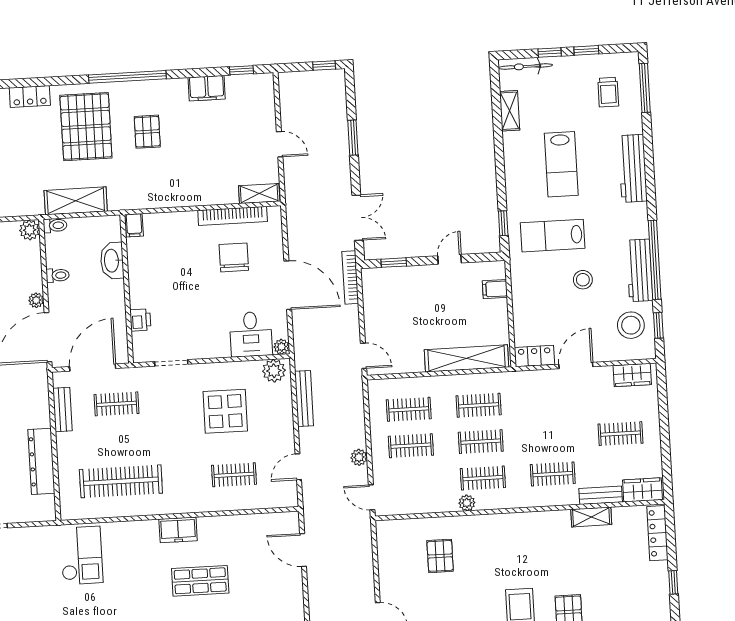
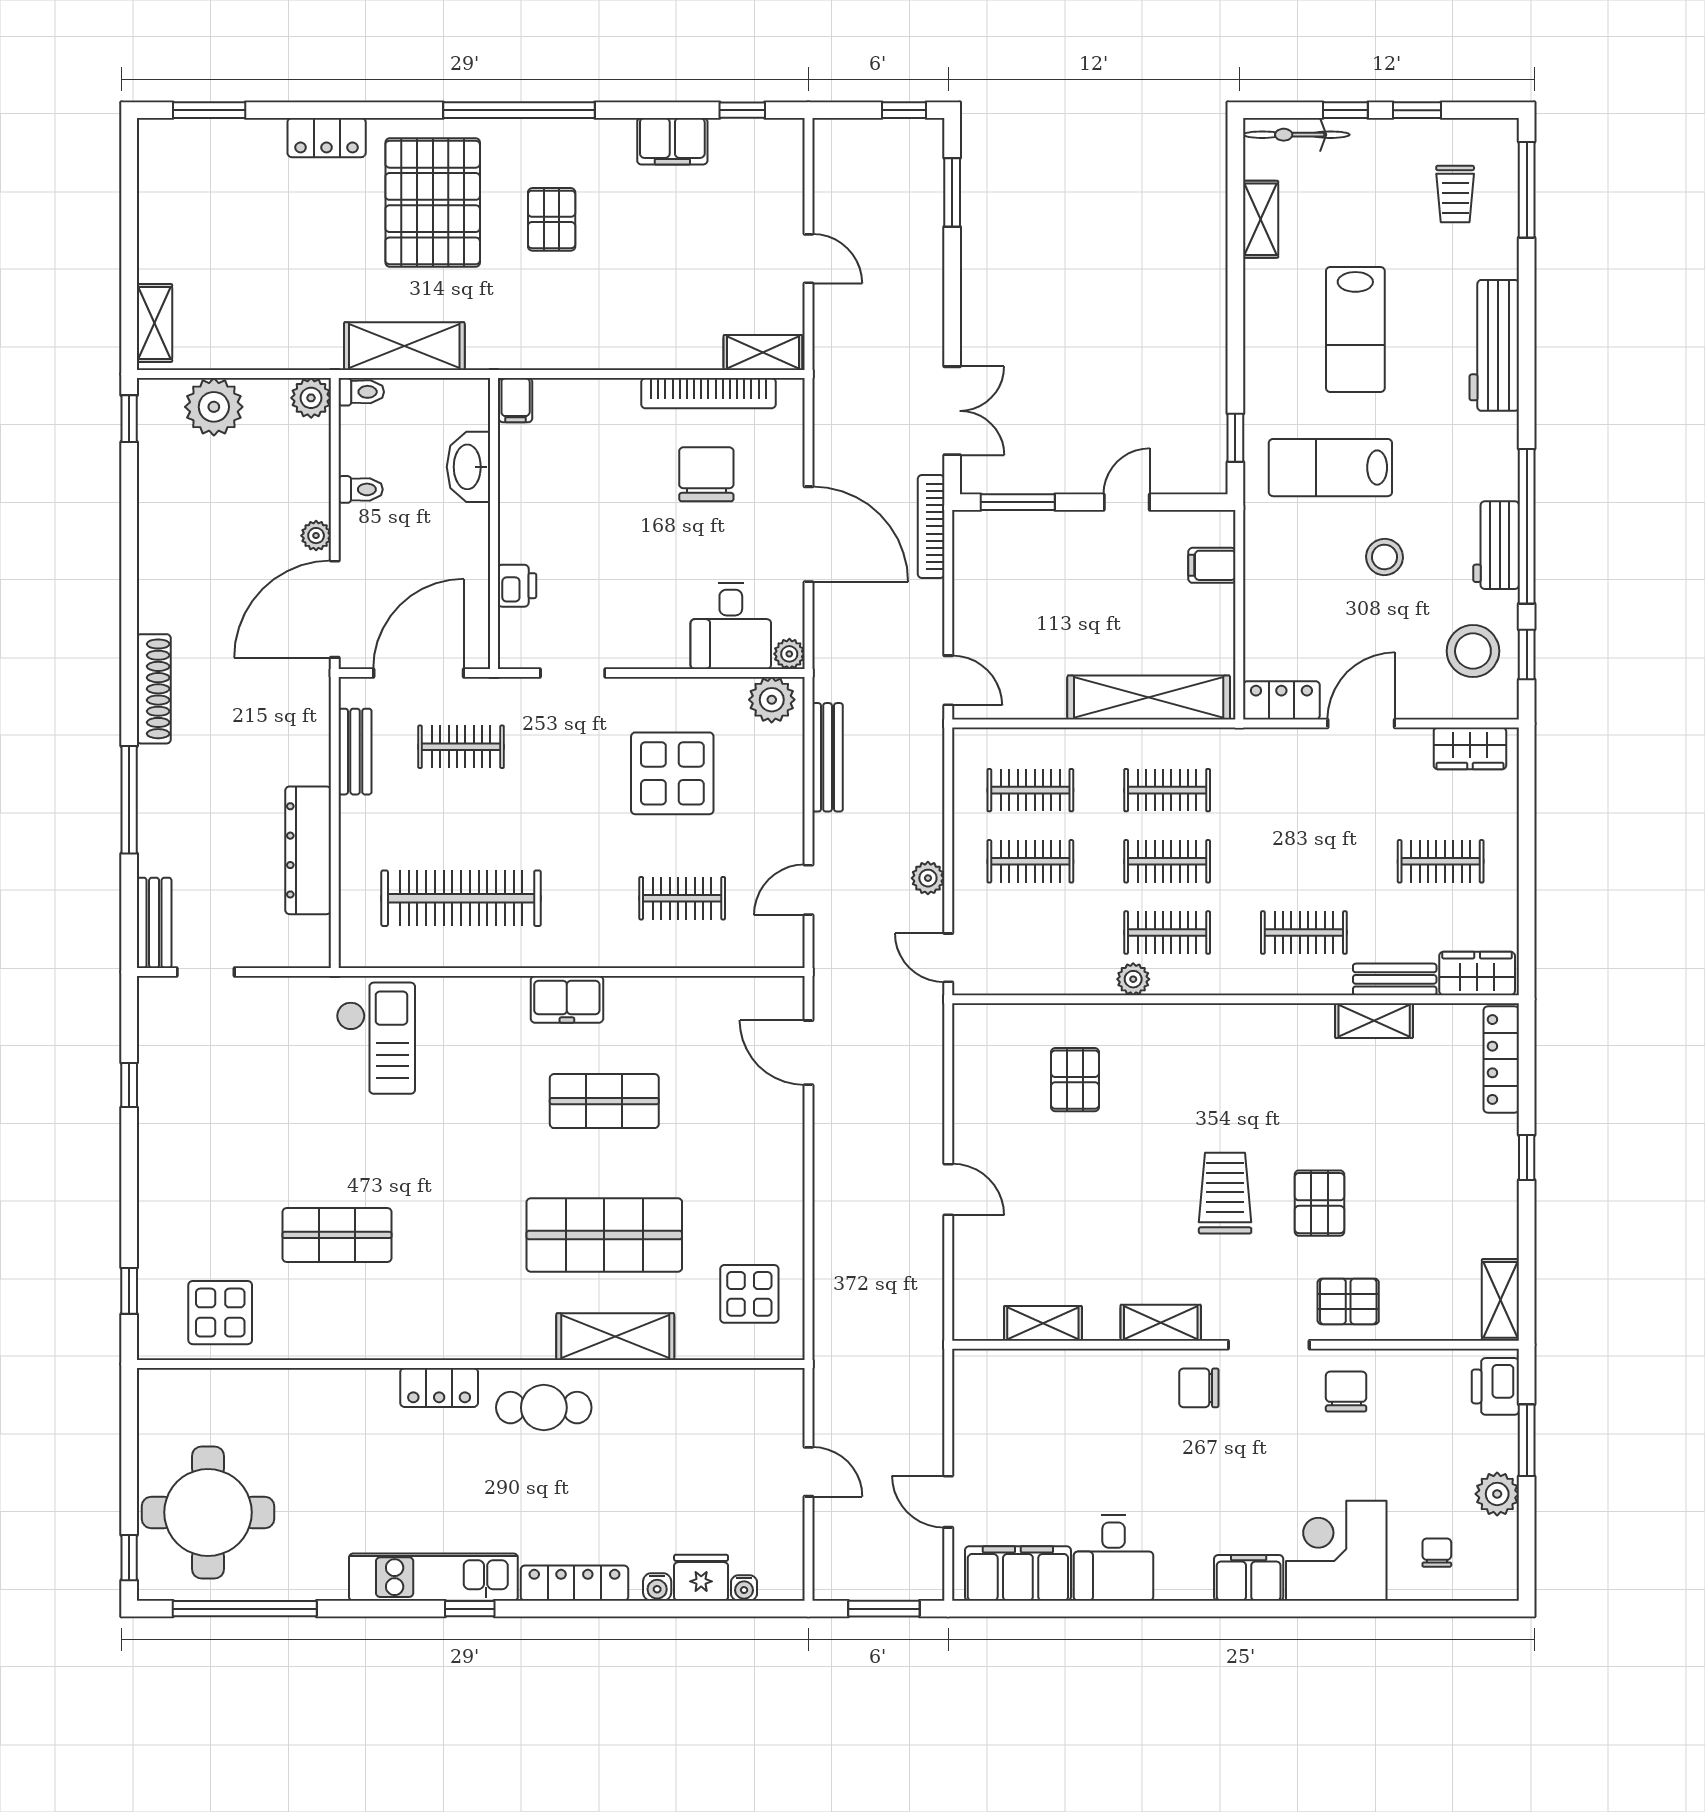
window: (353, 138) -> (952, 192), moved
window: (394, 263) -> (1018, 502), width x1.50
workbench: (640, 270) -> (1496, 545), width x0.73

